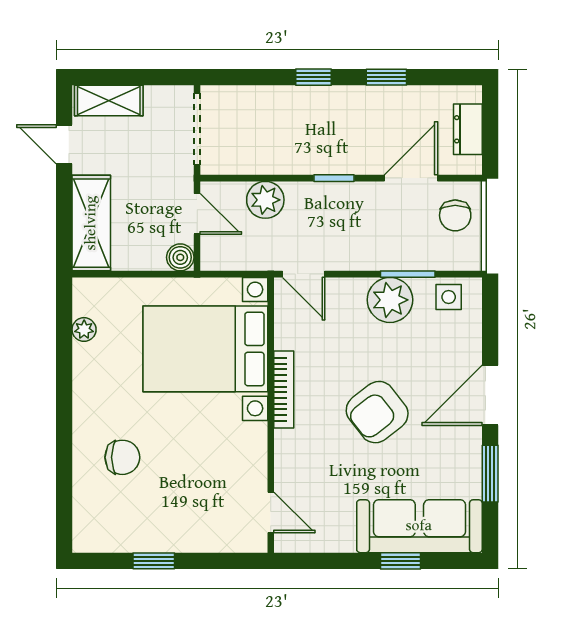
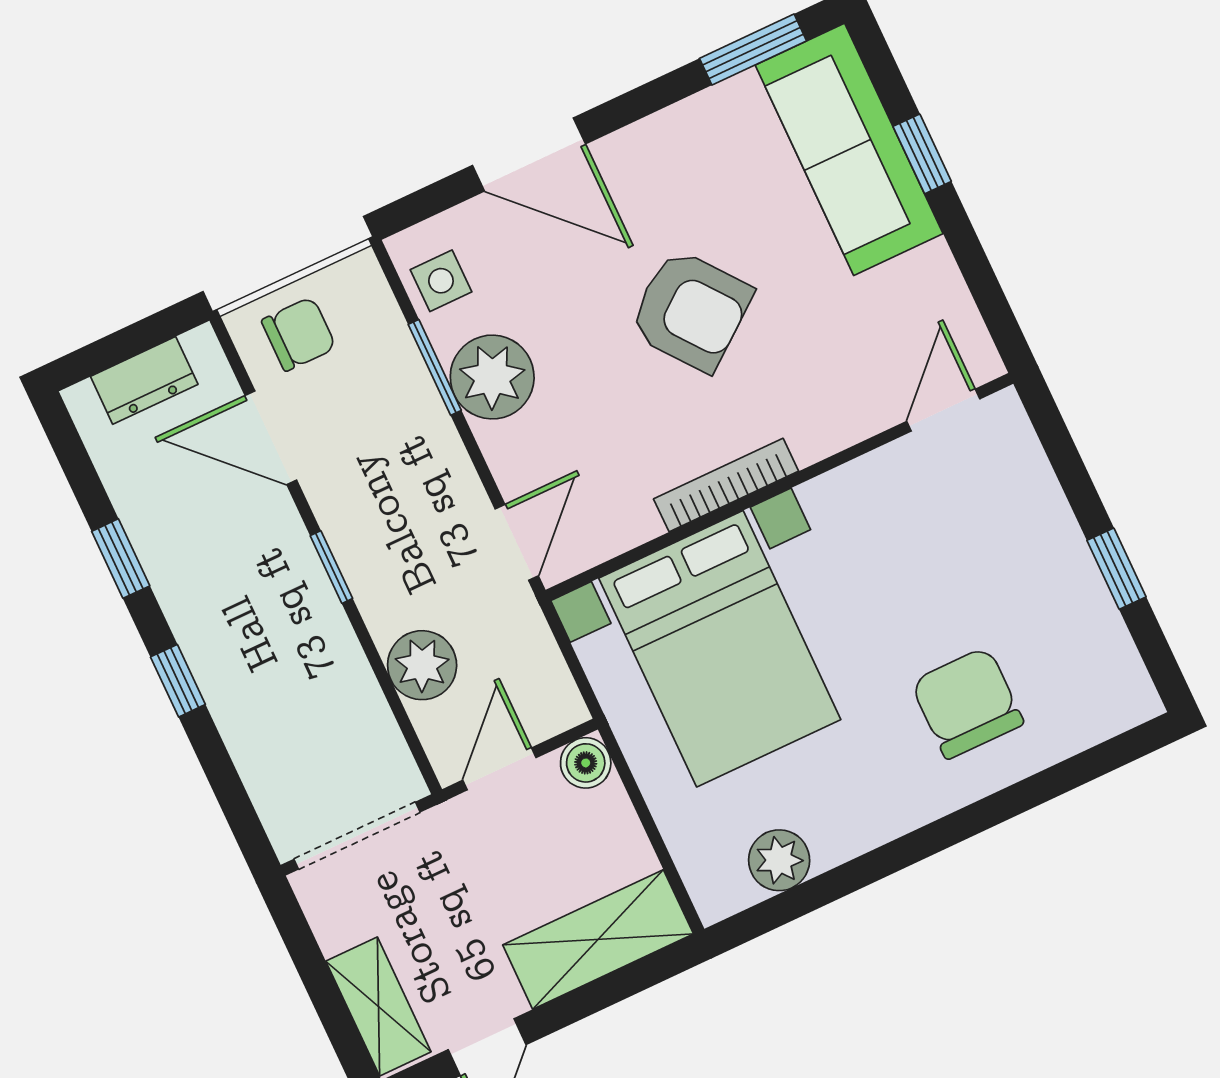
plant: (84, 330) -> (779, 860), width x1.38, depth x1.38
door: (490, 395) -> (529, 155), moved
chair: (122, 457) -> (967, 703), width x1.37, depth x1.37
window: (490, 474) -> (753, 50), moved

